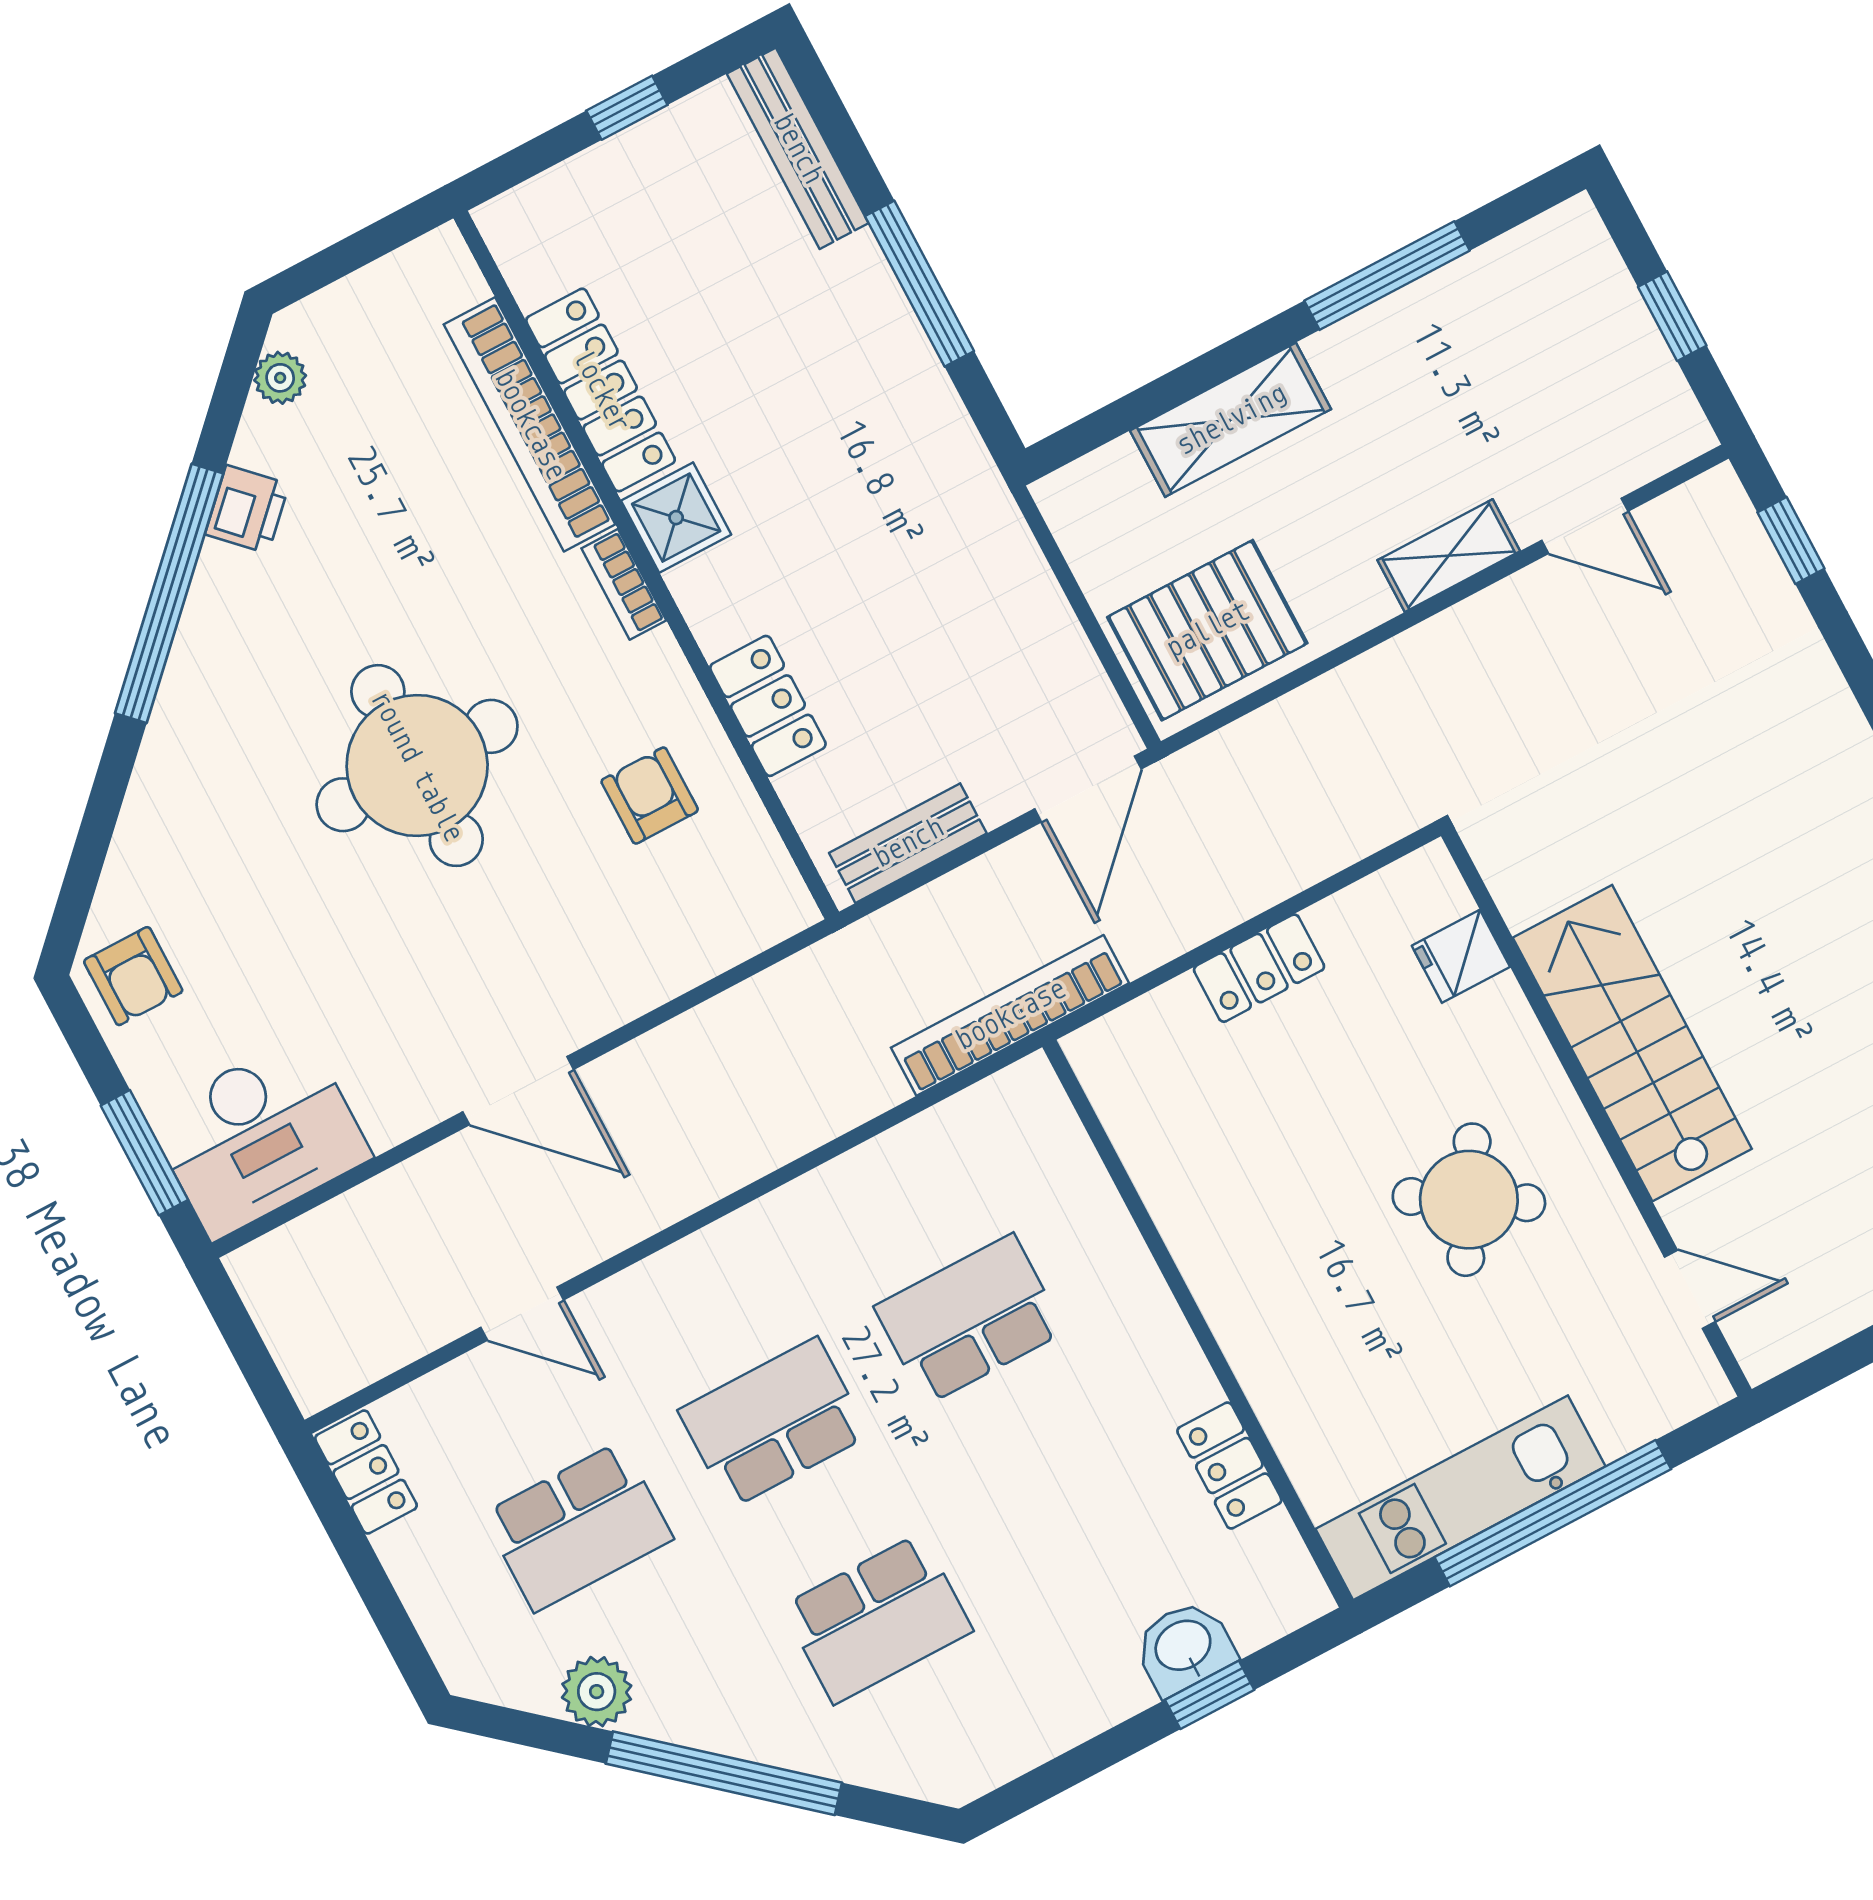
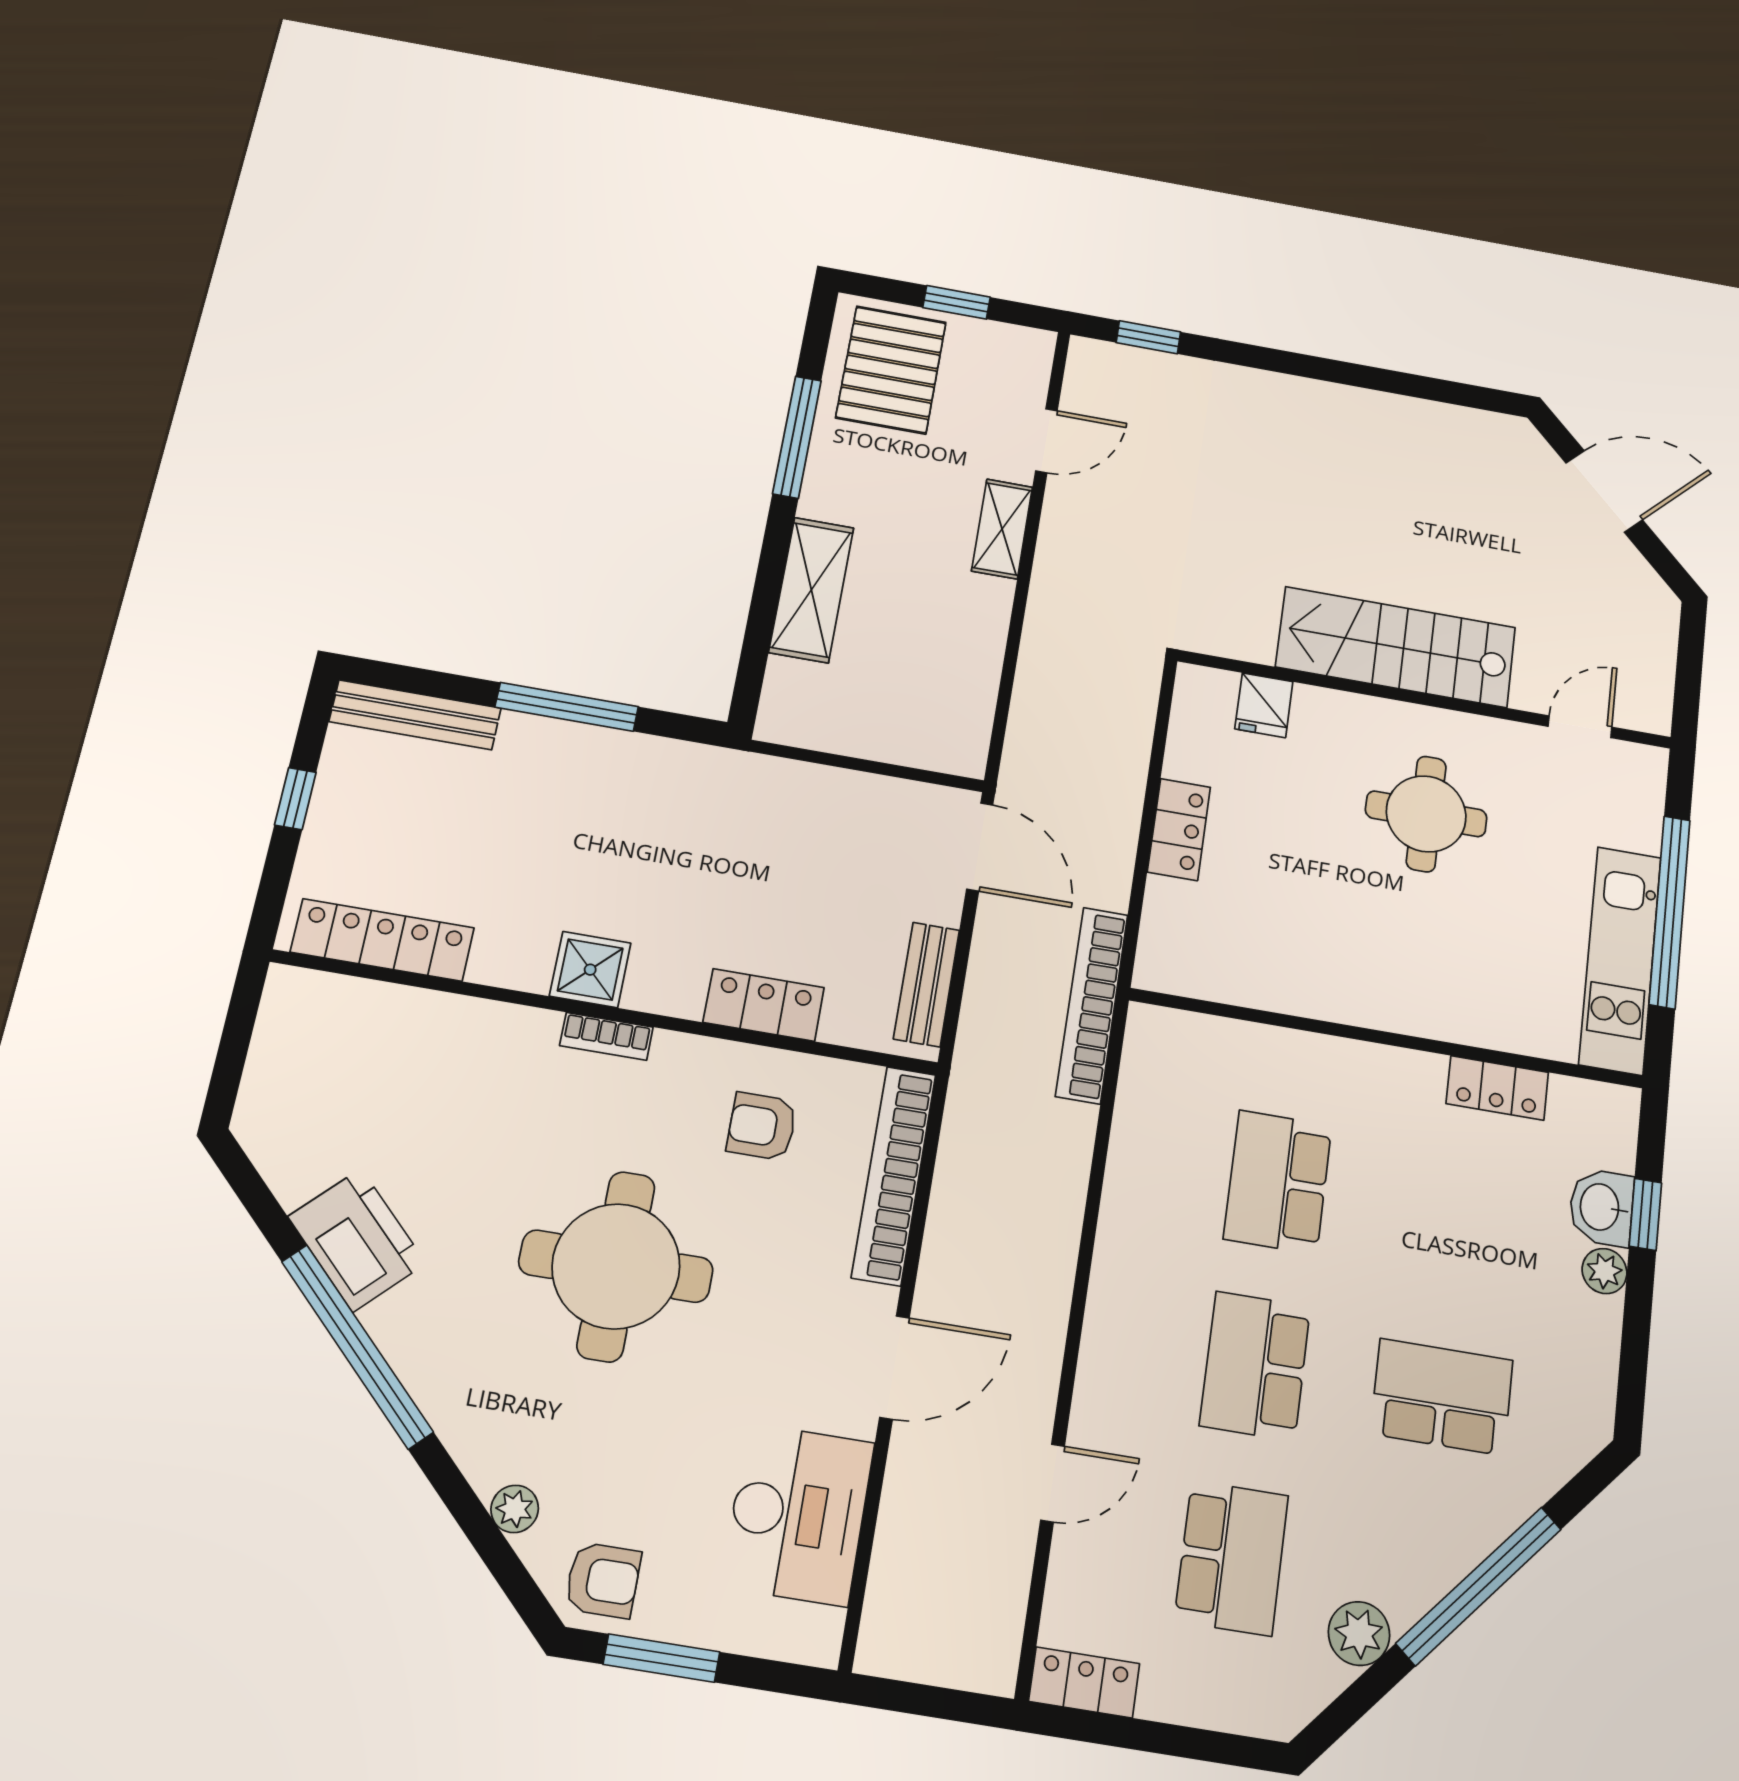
plant: (280, 378) -> (515, 1509), moved
locker: (601, 390) -> (382, 940), moved
bookcase: (530, 424) -> (894, 1175), moved, turned 90
printer: (247, 509) -> (357, 1240), width x1.87, depth x1.48
pallet: (1207, 630) -> (891, 370), moved
desk: (259, 1137) -> (798, 1514), moved
window: (144, 1153) -> (661, 1658), moved
round table: (1469, 1200) -> (1426, 814), turned -31
school desk: (877, 1619) -> (1442, 1397), turned -90
plant: (1121, 1692) -> (1604, 1271), added

